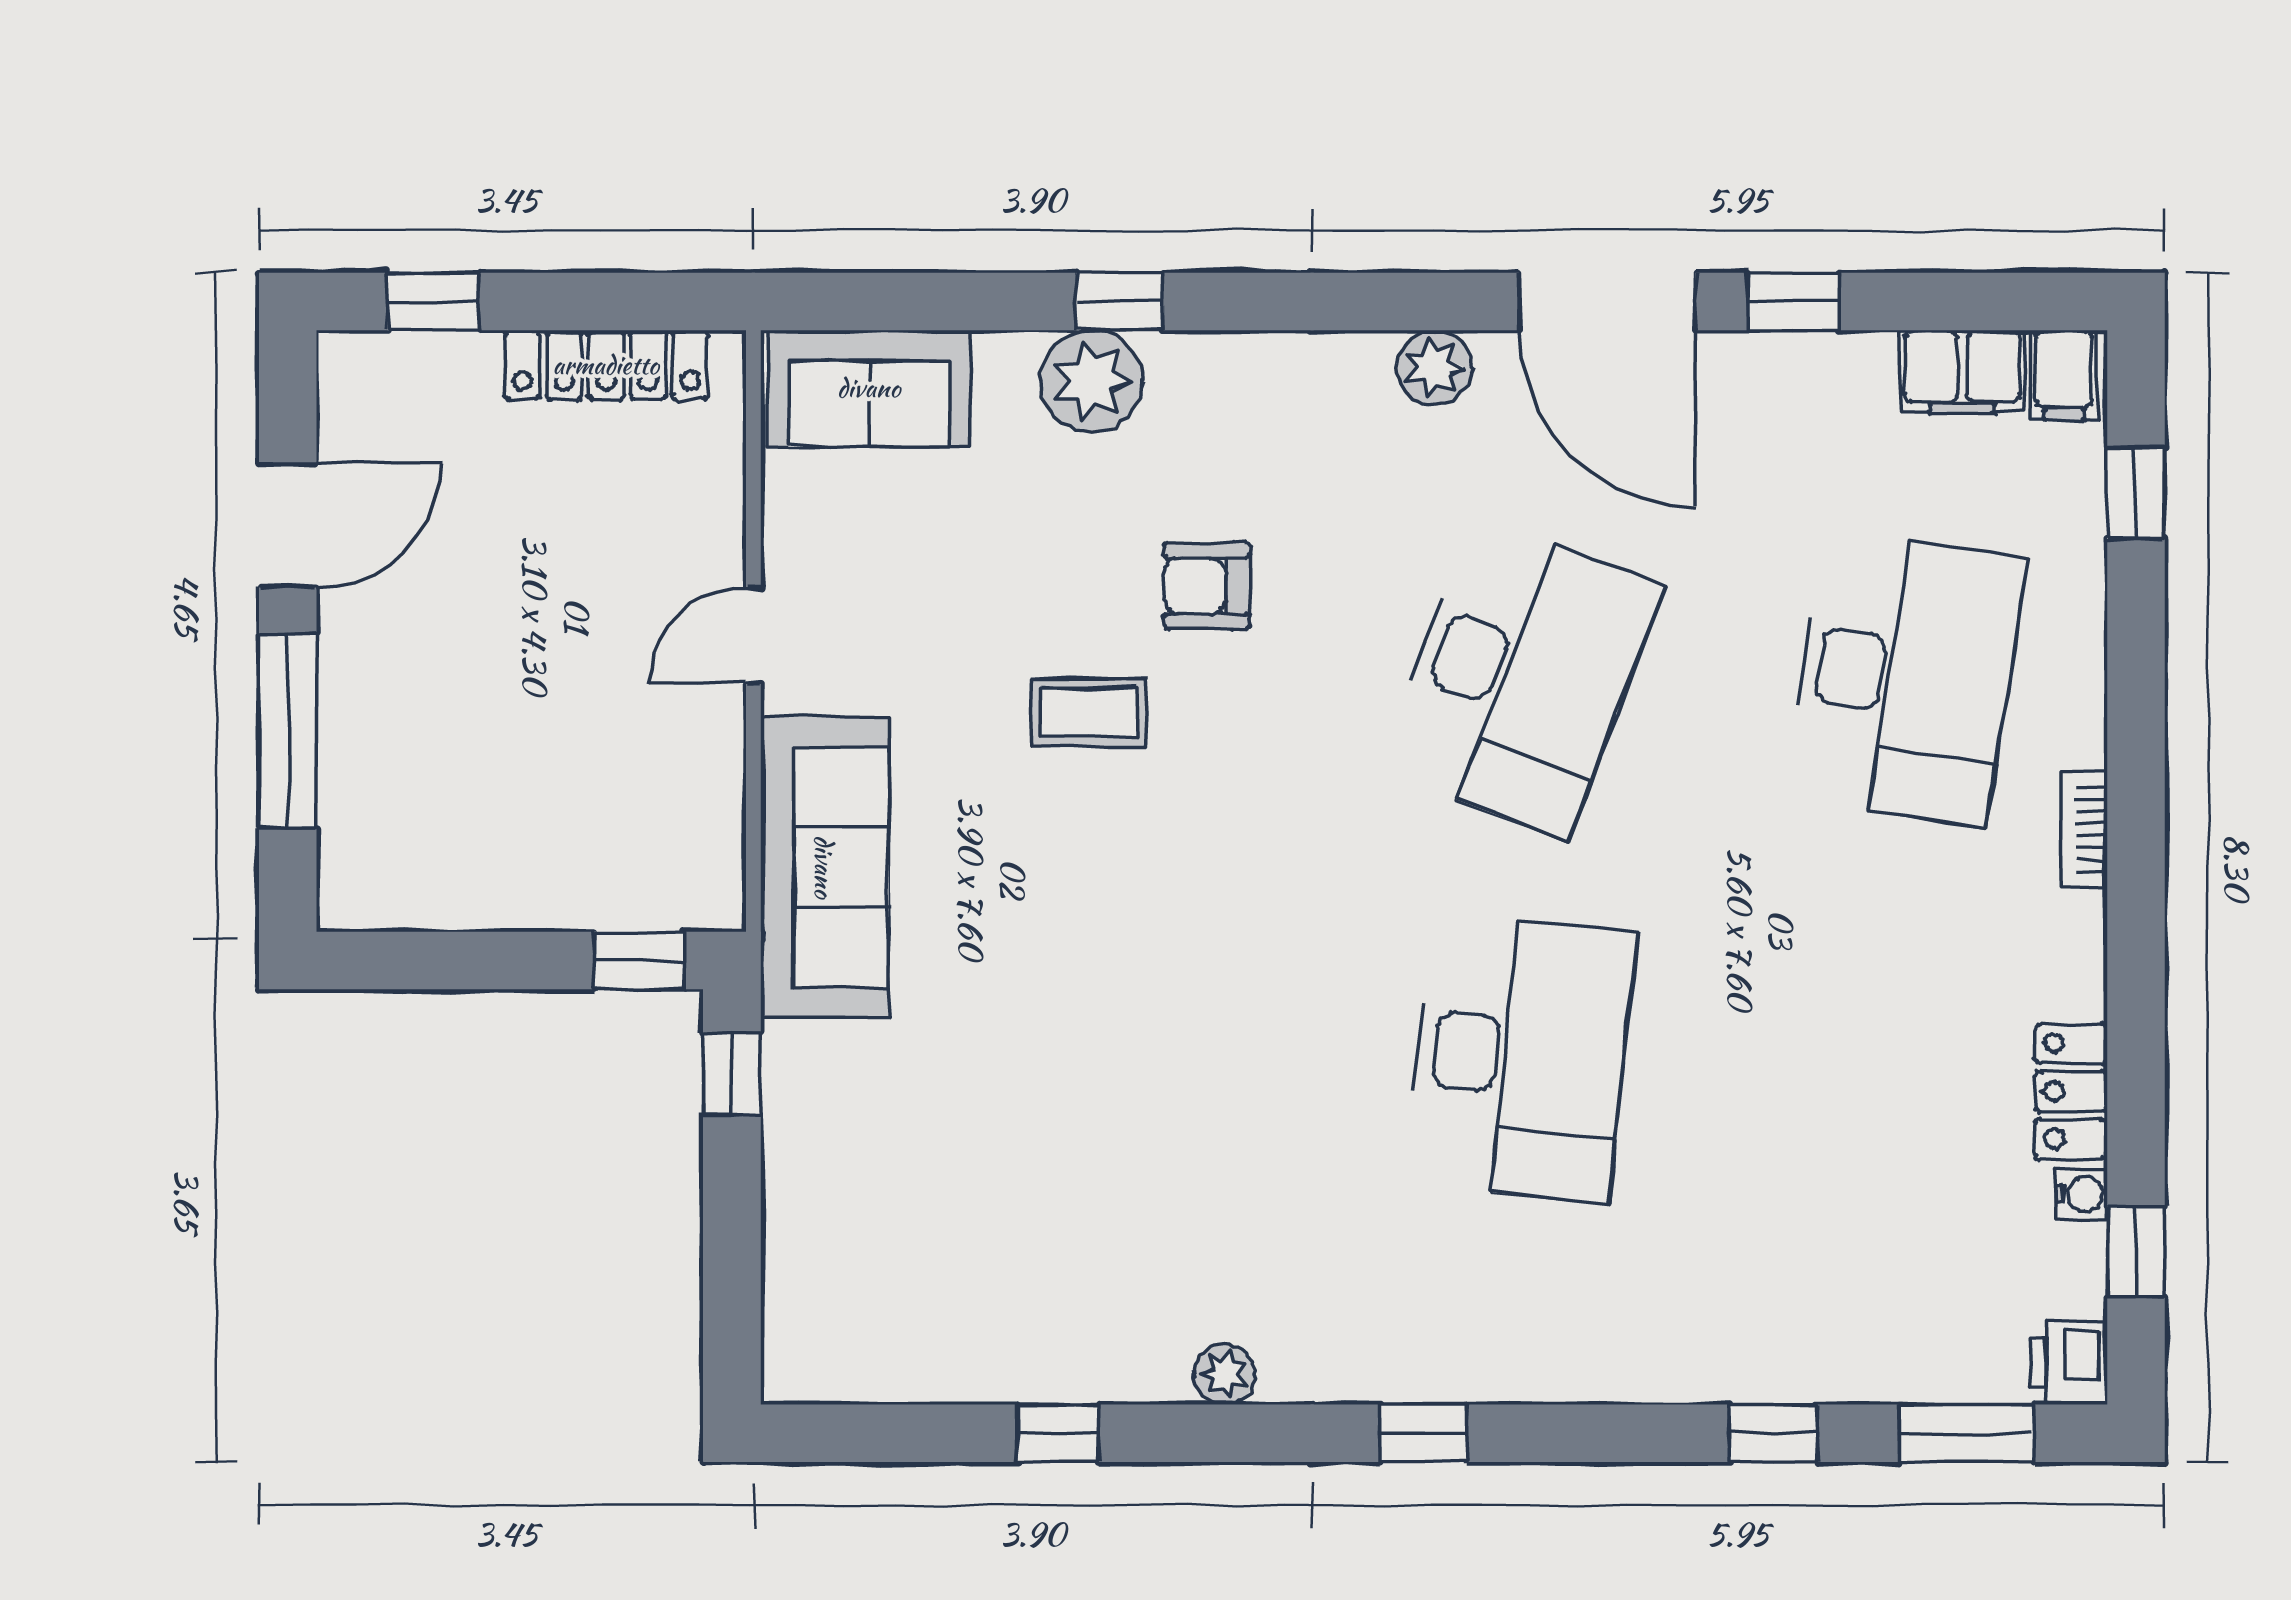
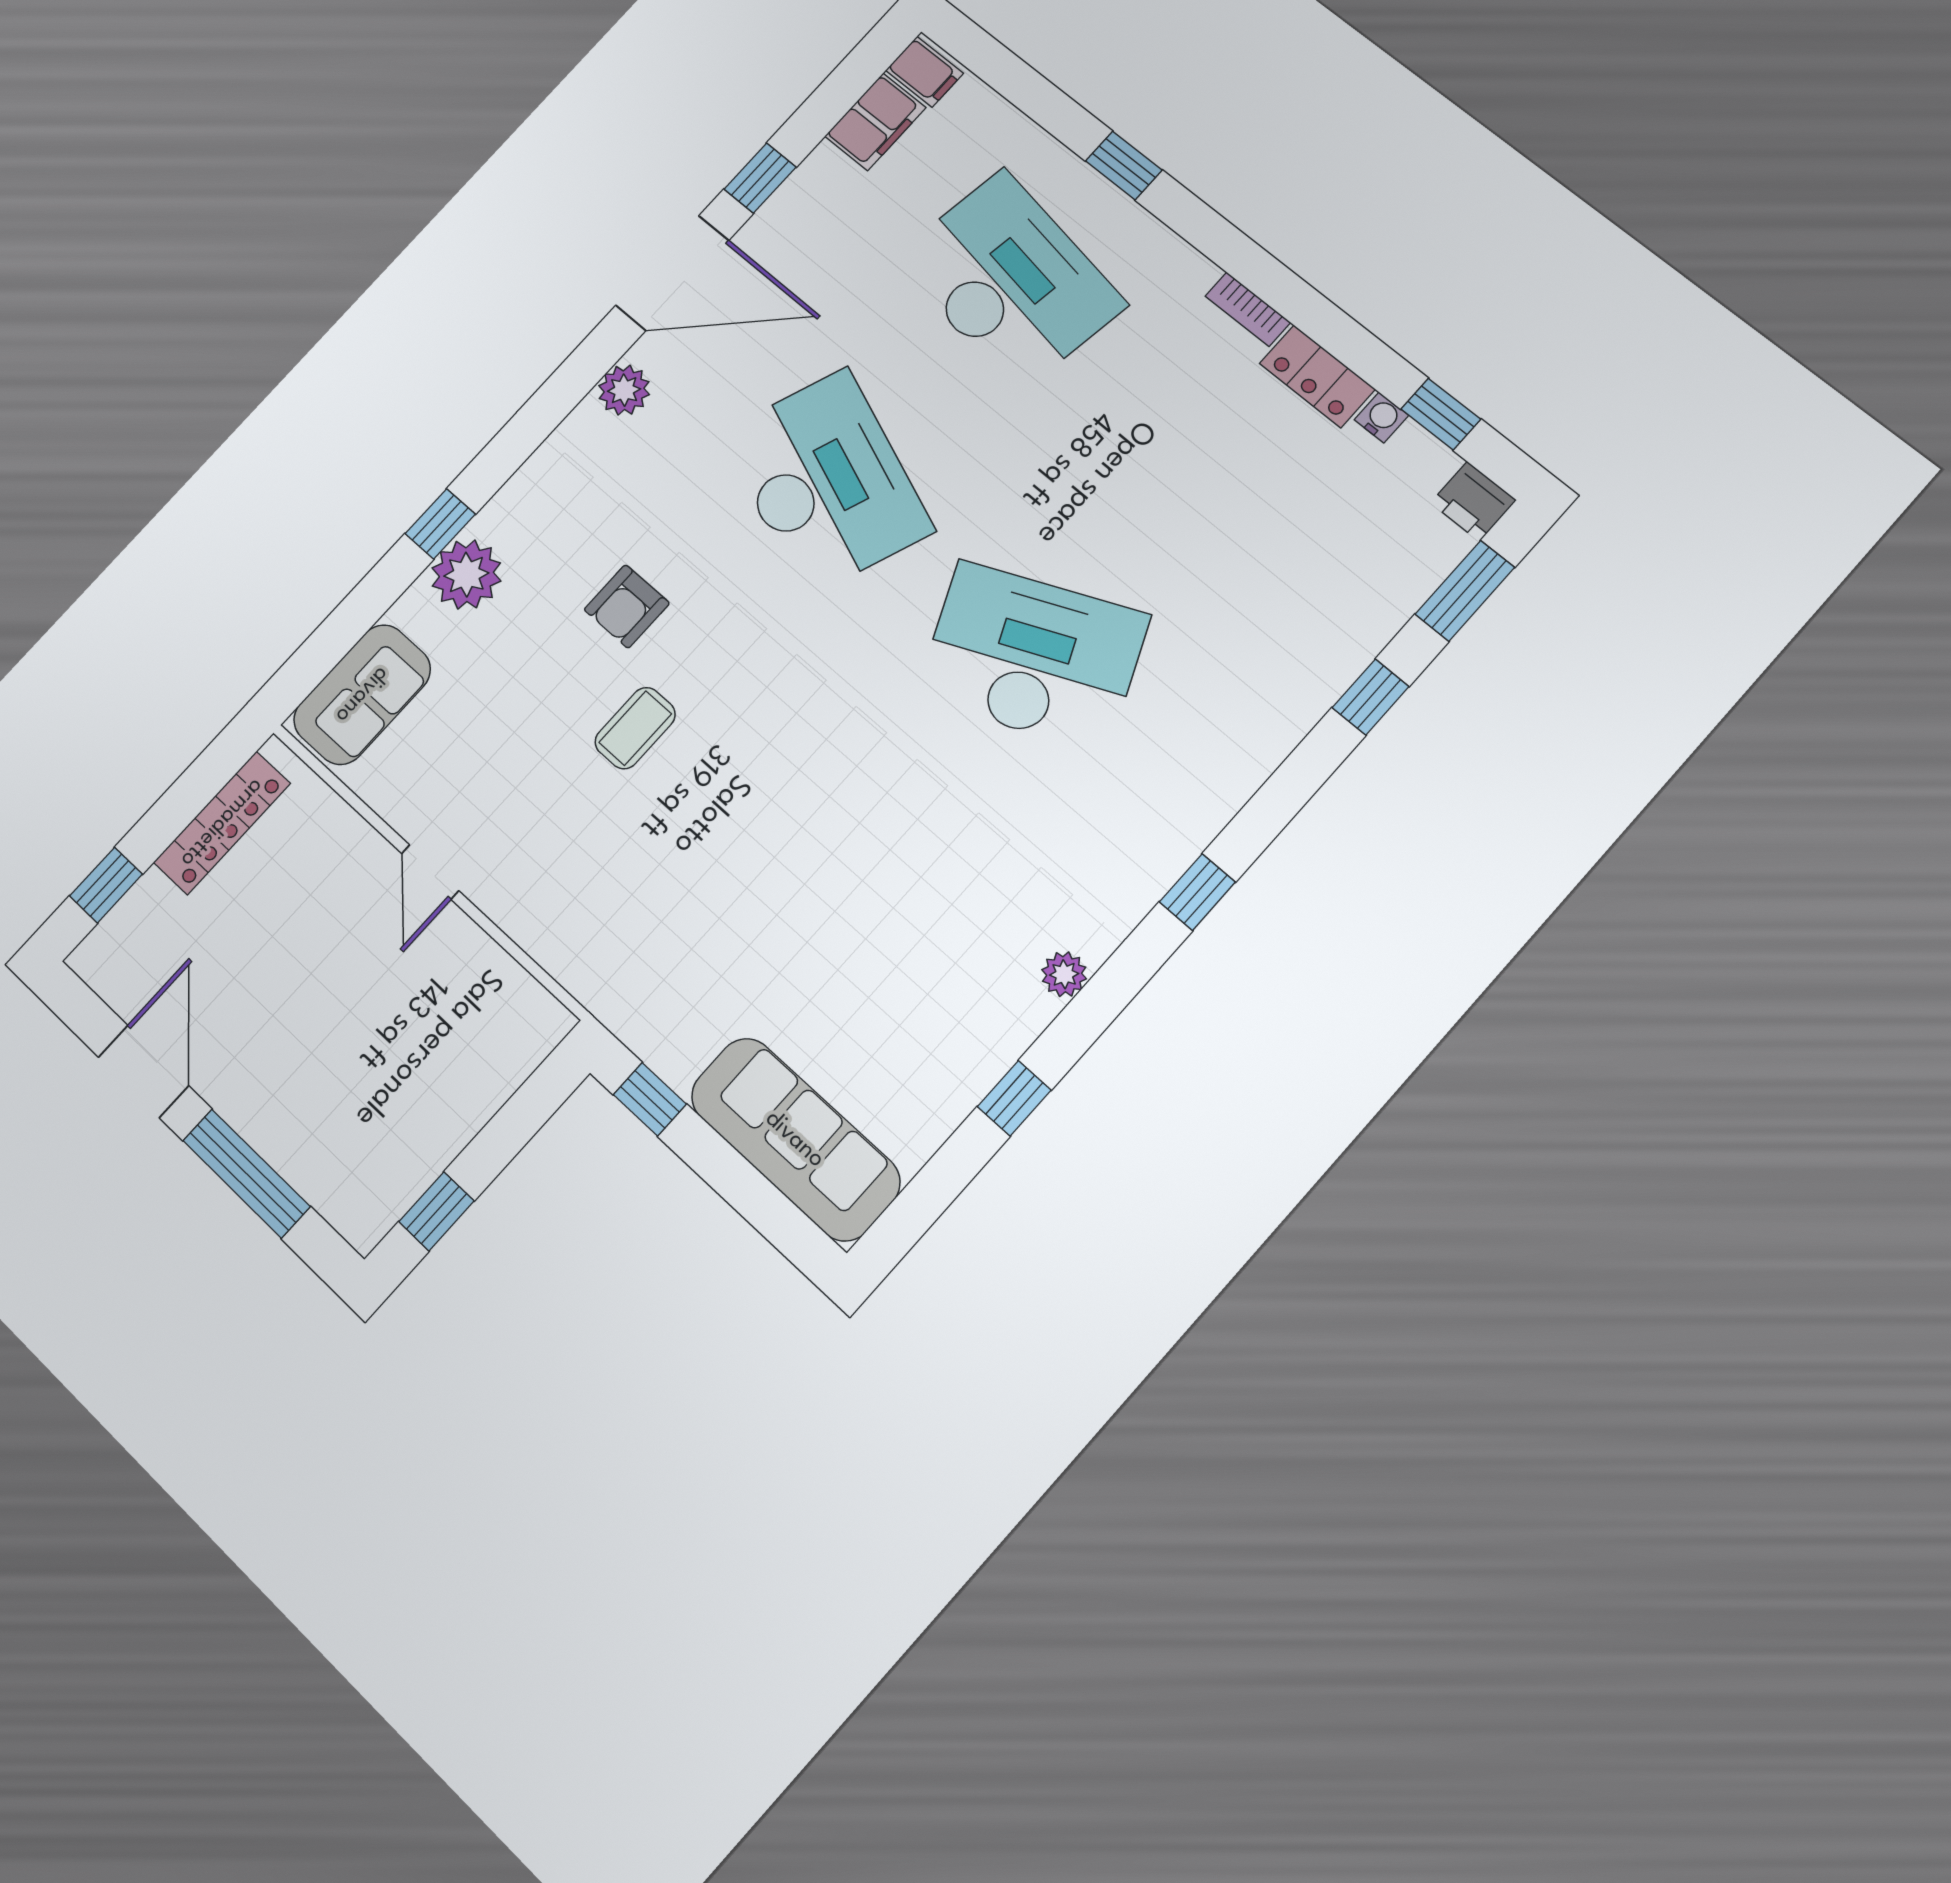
window: (2136, 493) -> (1124, 165), moved
bookcase: (2084, 830) -> (1248, 309), moved
sofa: (824, 867) -> (795, 1139), moved
window: (639, 961) -> (436, 1211), moved
desk: (1521, 1057) -> (1032, 657), turned -30

